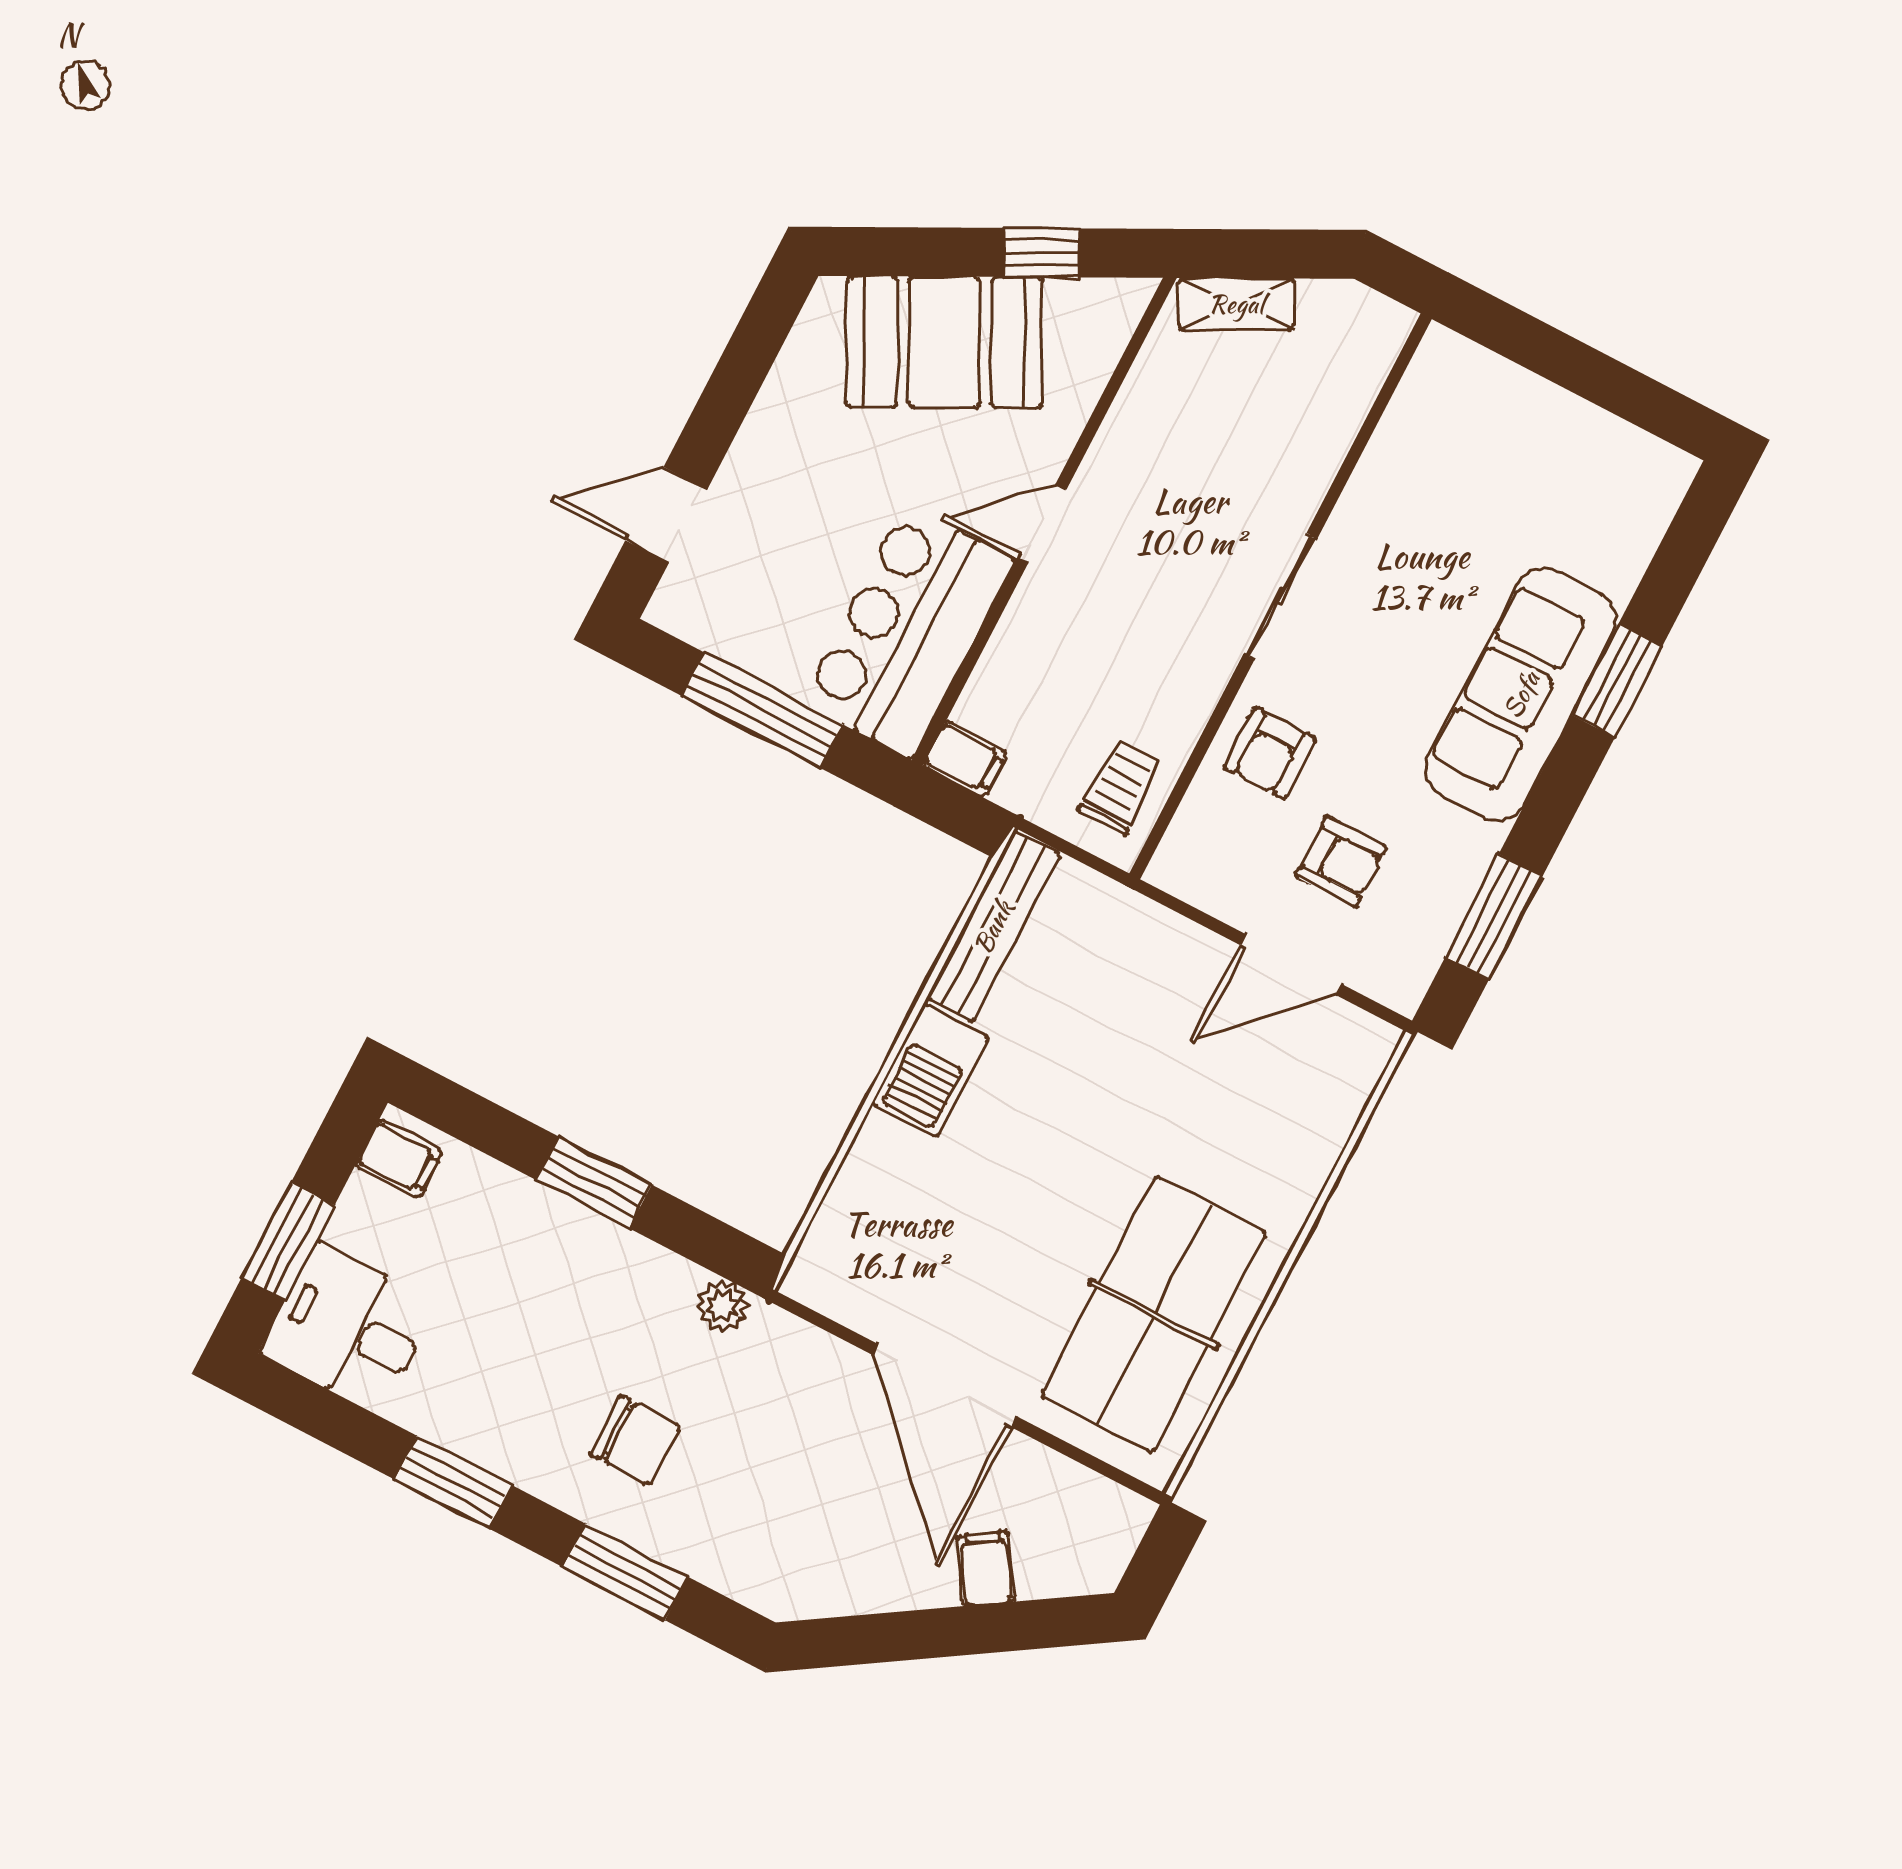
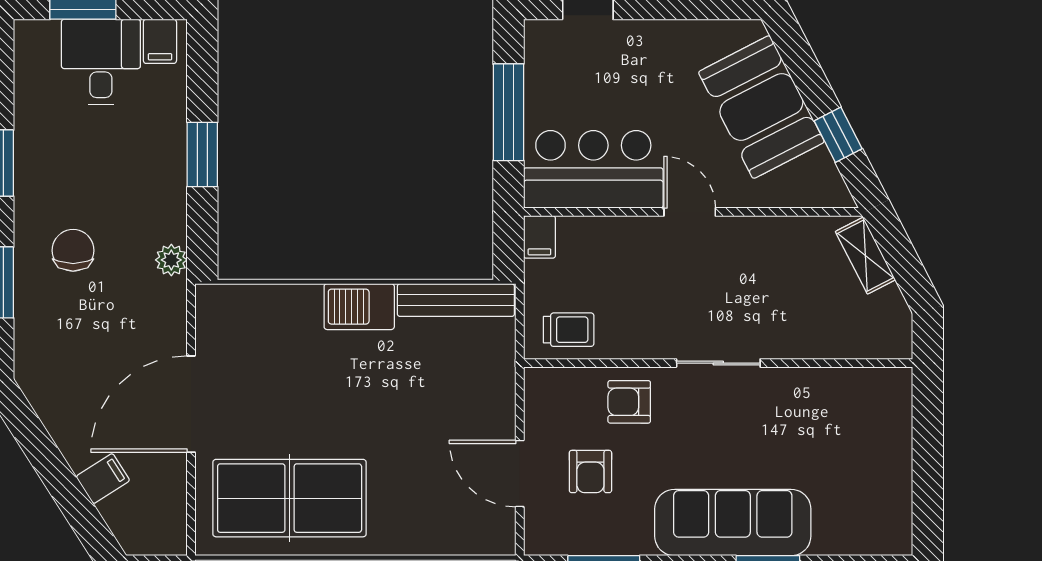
desk: (349, 1328) -> (101, 62), moved
chair: (635, 1440) -> (73, 250), turned 180

